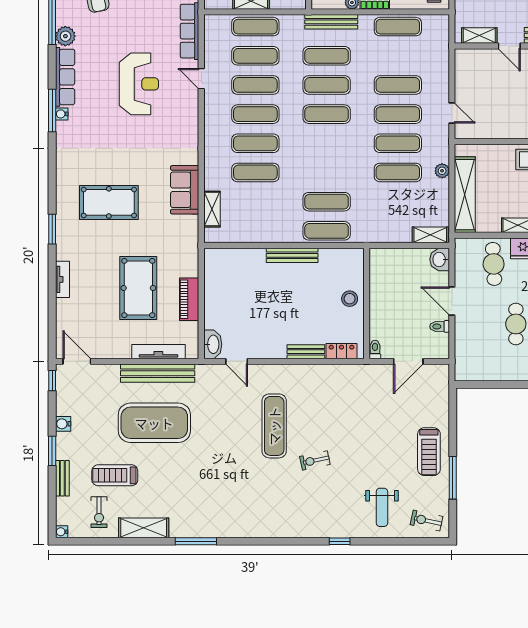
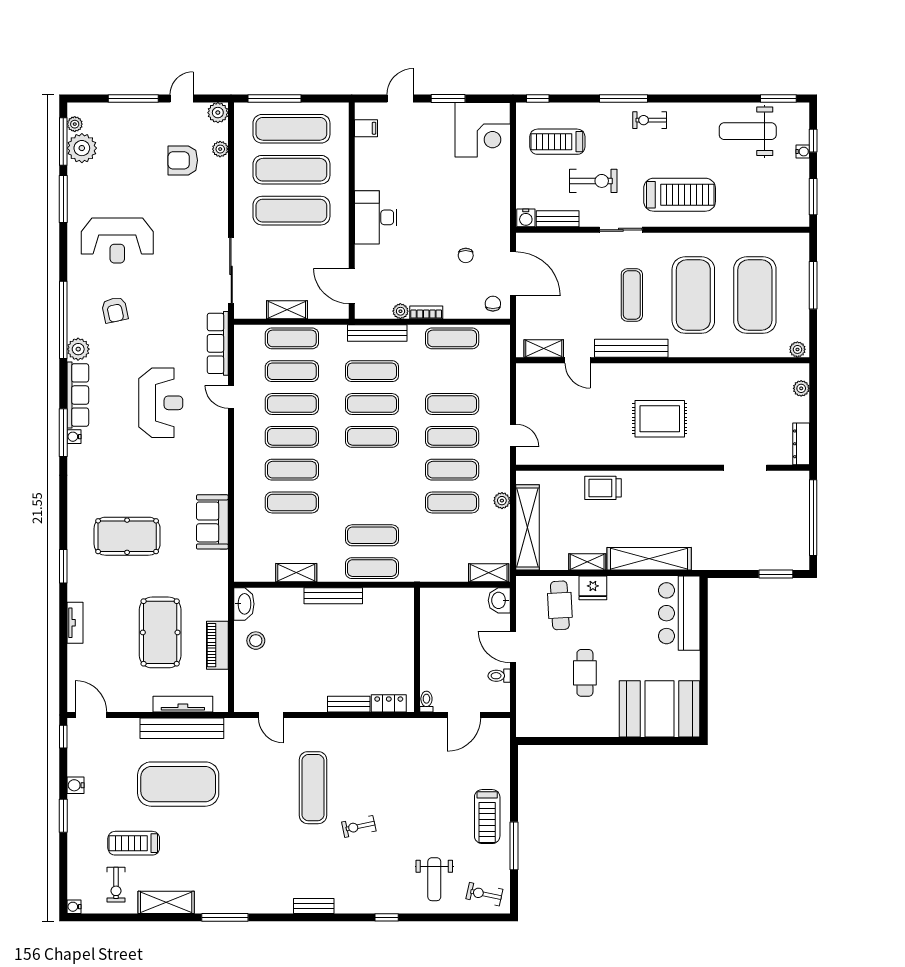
shelving: (212, 209) -> (296, 573), moved, turned 90
stool: (350, 299) -> (256, 641), moved
washbasin: (213, 344) -> (244, 604), moved
bench: (62, 478) -> (314, 906), moved, turned 90

